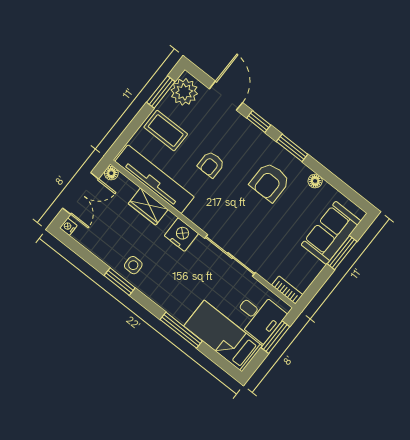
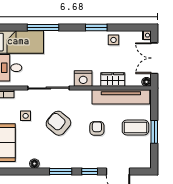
window: (161, 92) -> (154, 132), moved
plant: (184, 92) -> (142, 156), removed
armchair: (270, 182) -> (58, 123), moved, turned -50
side table: (282, 244) -> (26, 116), added
side table: (133, 265) -> (113, 40), moved

